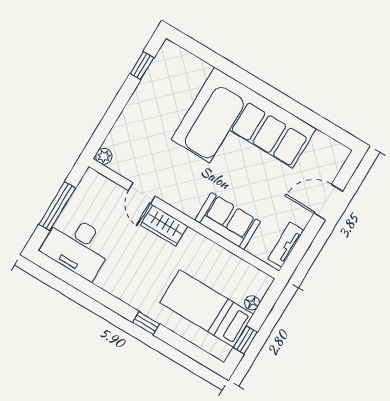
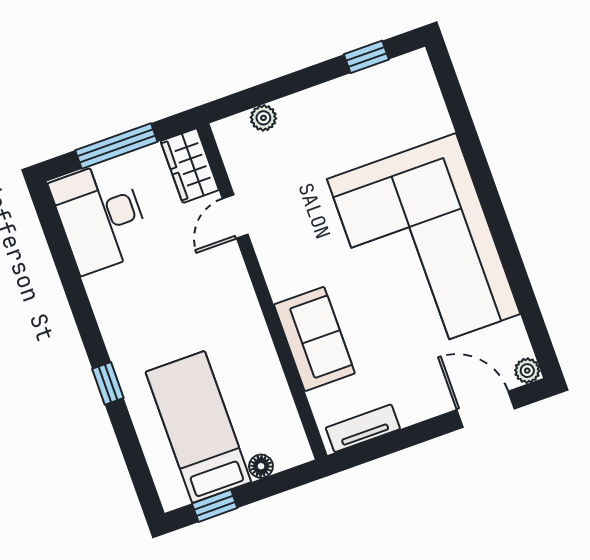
plant: (342, 153) -> (527, 371), added
plant: (104, 156) -> (263, 118), moved
door: (328, 202) -> (486, 409), moved
wardrobe: (164, 225) -> (190, 166), moved

